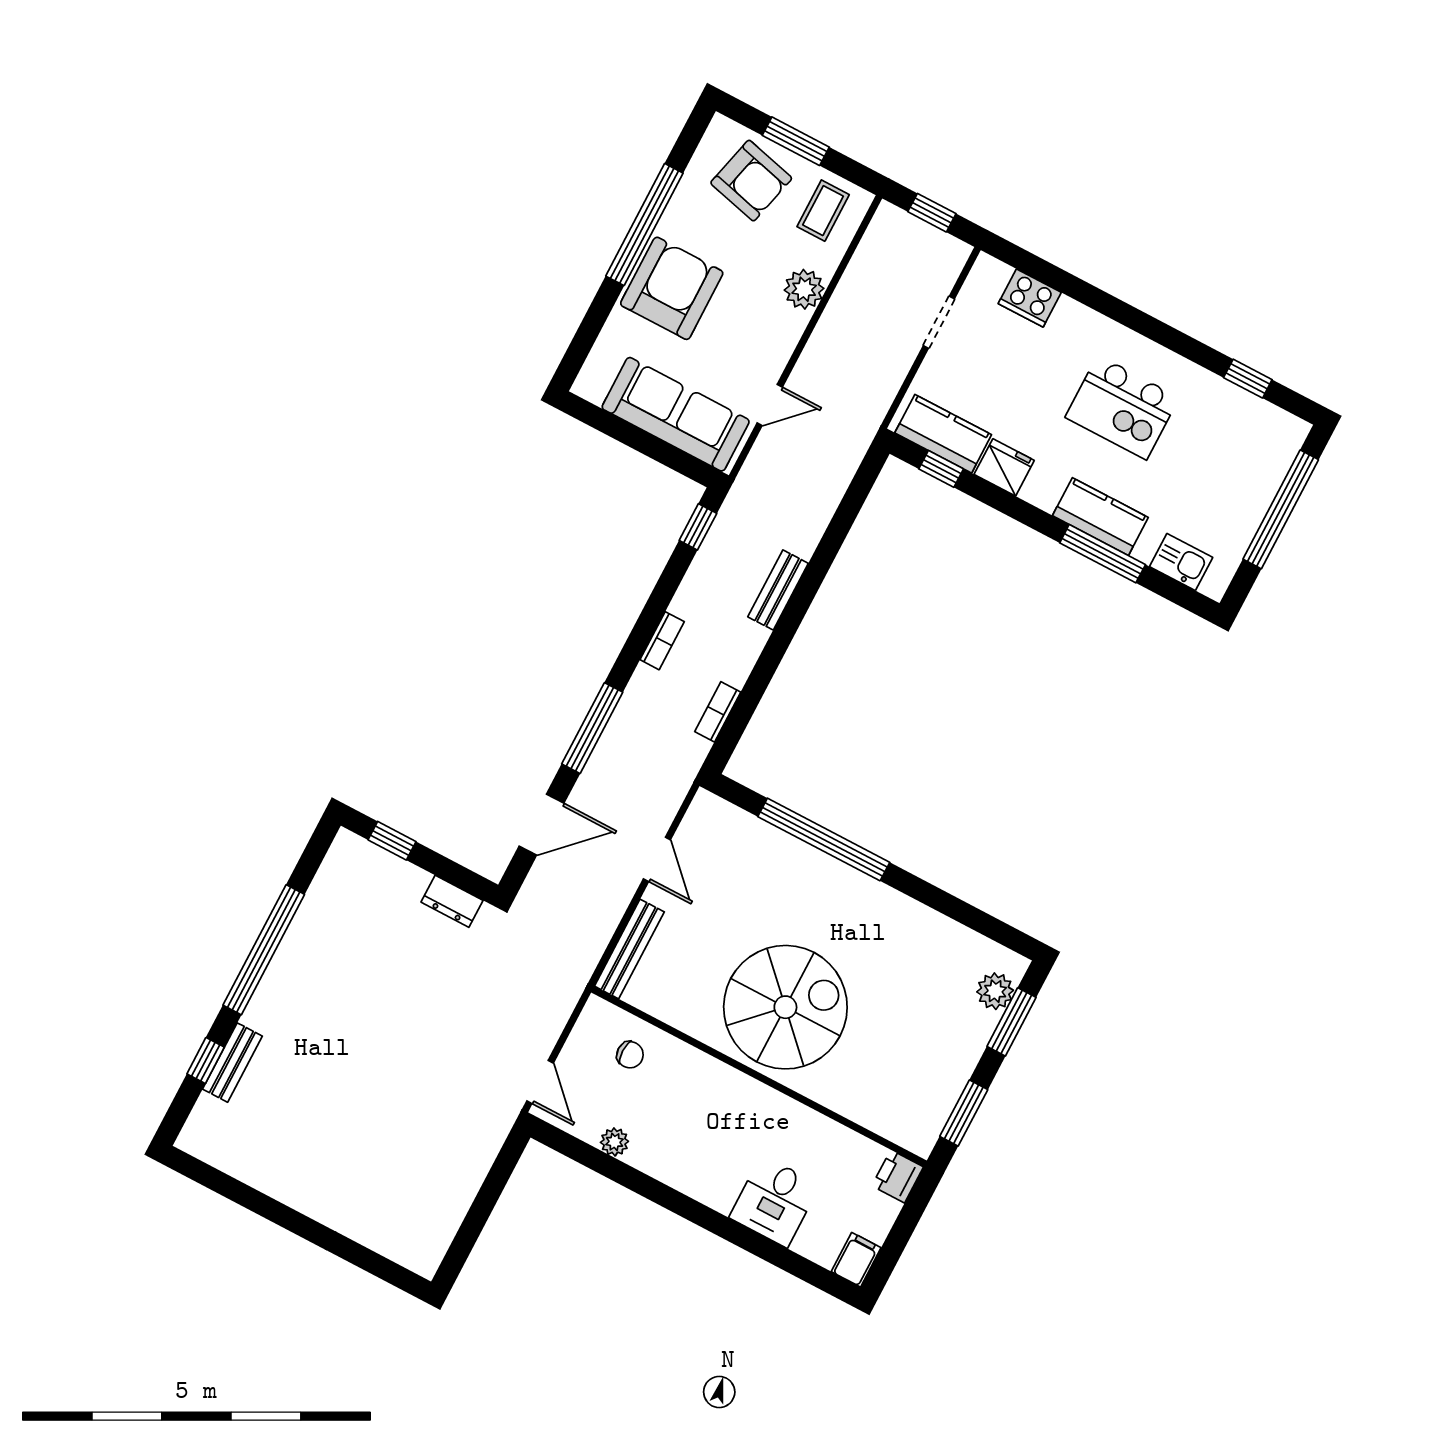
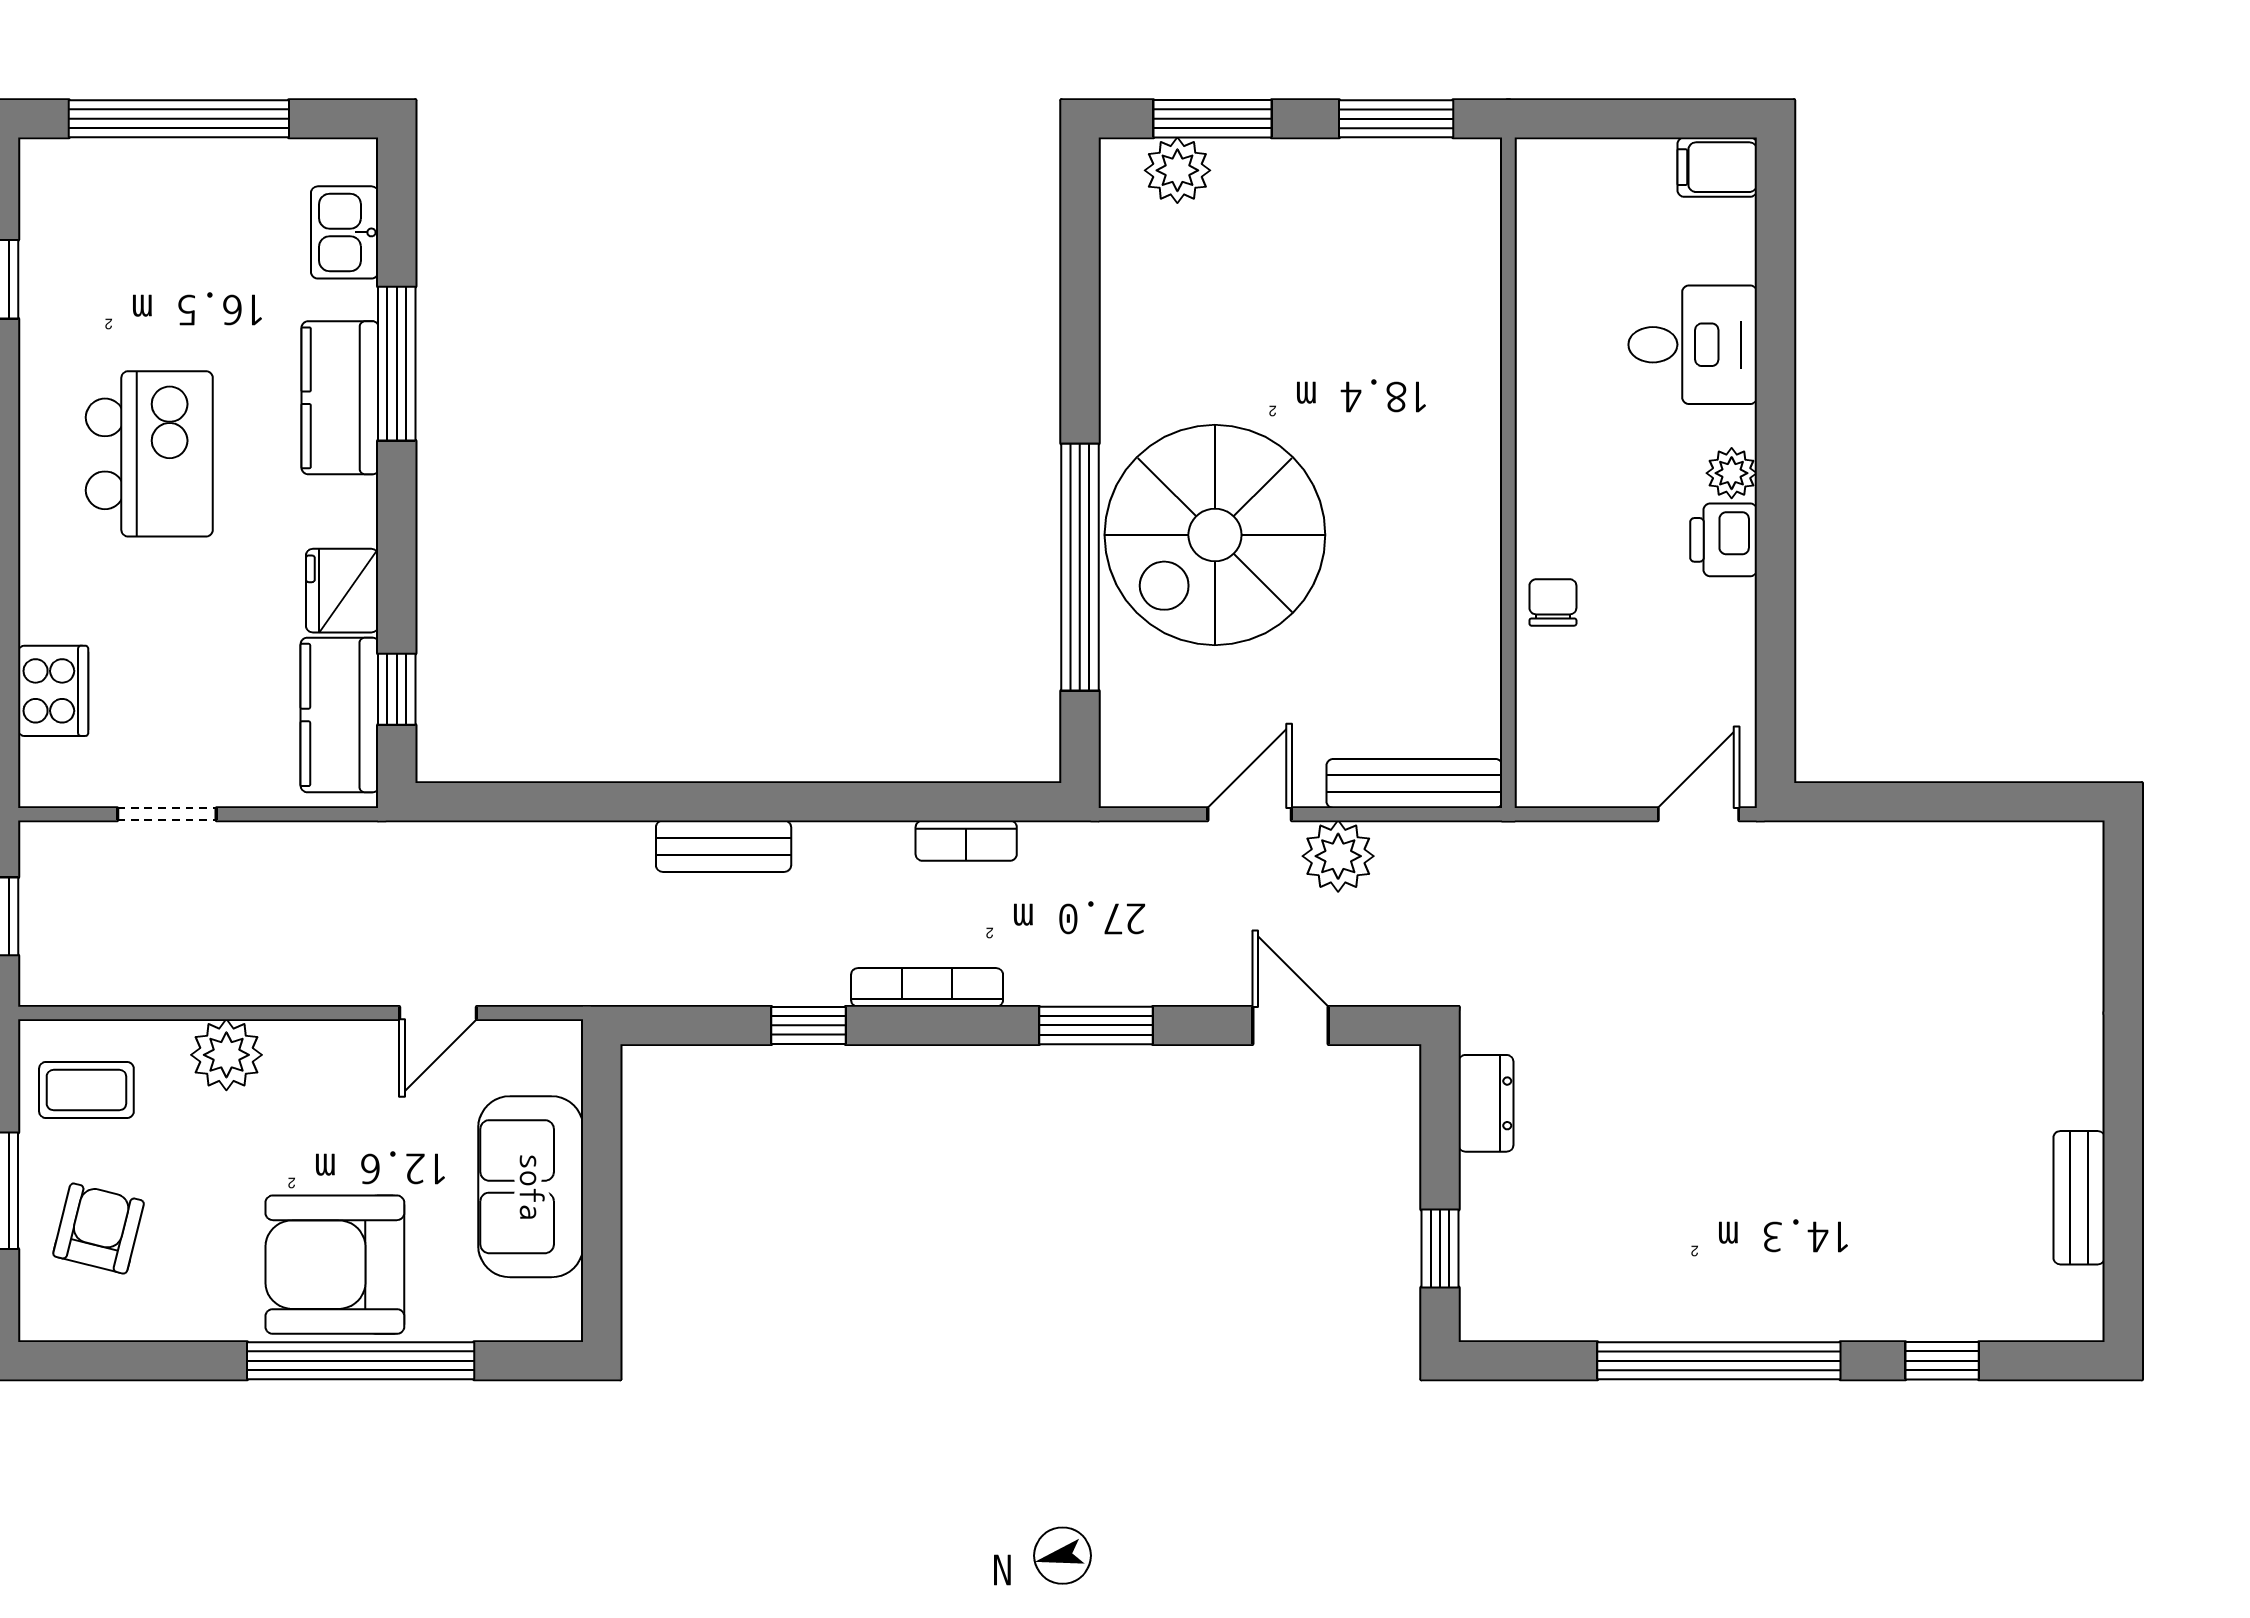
armchair: (751, 181) -> (99, 1229), width x0.72, depth x0.72
window: (644, 225) -> (361, 1361), moved
door: (770, 405) -> (438, 1013), swing flipped
sofa: (676, 414) -> (531, 1187), width x0.73
window: (698, 527) -> (809, 1025), moved
bookcase: (662, 641) -> (927, 987), width x1.56
window: (592, 728) -> (1096, 1025), width x0.69
door: (542, 825) -> (1291, 1025), width x0.73
plant: (613, 892) -> (1338, 856), added
spiral stairs: (785, 1007) -> (1215, 535), moved, turned -90
chair: (630, 1055) -> (1553, 602), moved
bench: (232, 1063) -> (2079, 1198), moved, turned 90
plant: (614, 1142) -> (1732, 473), moved
printer: (898, 1176) -> (1724, 540), moved, turned 90

